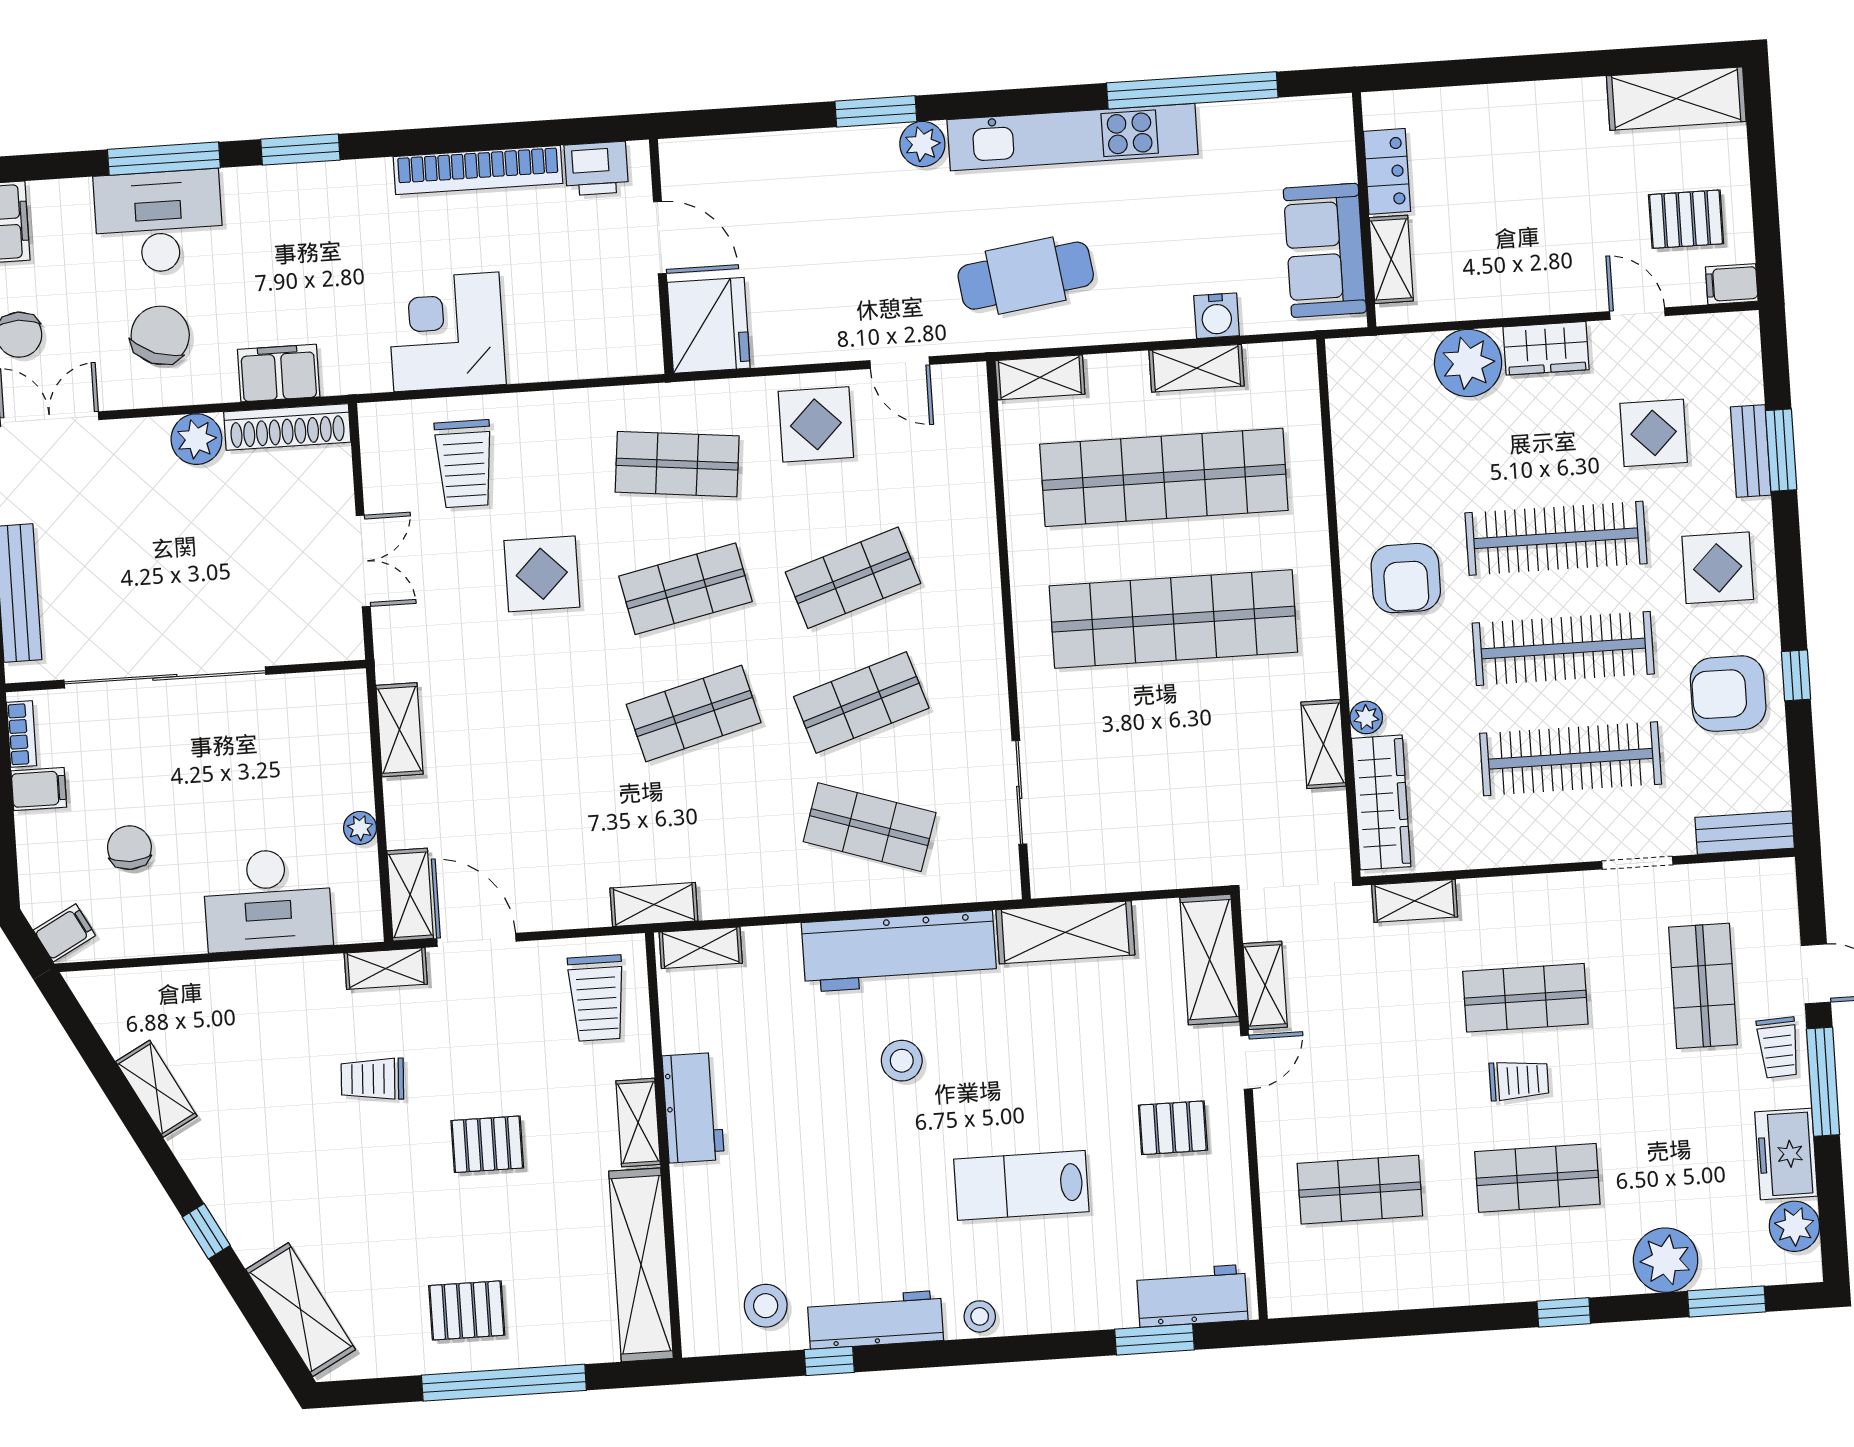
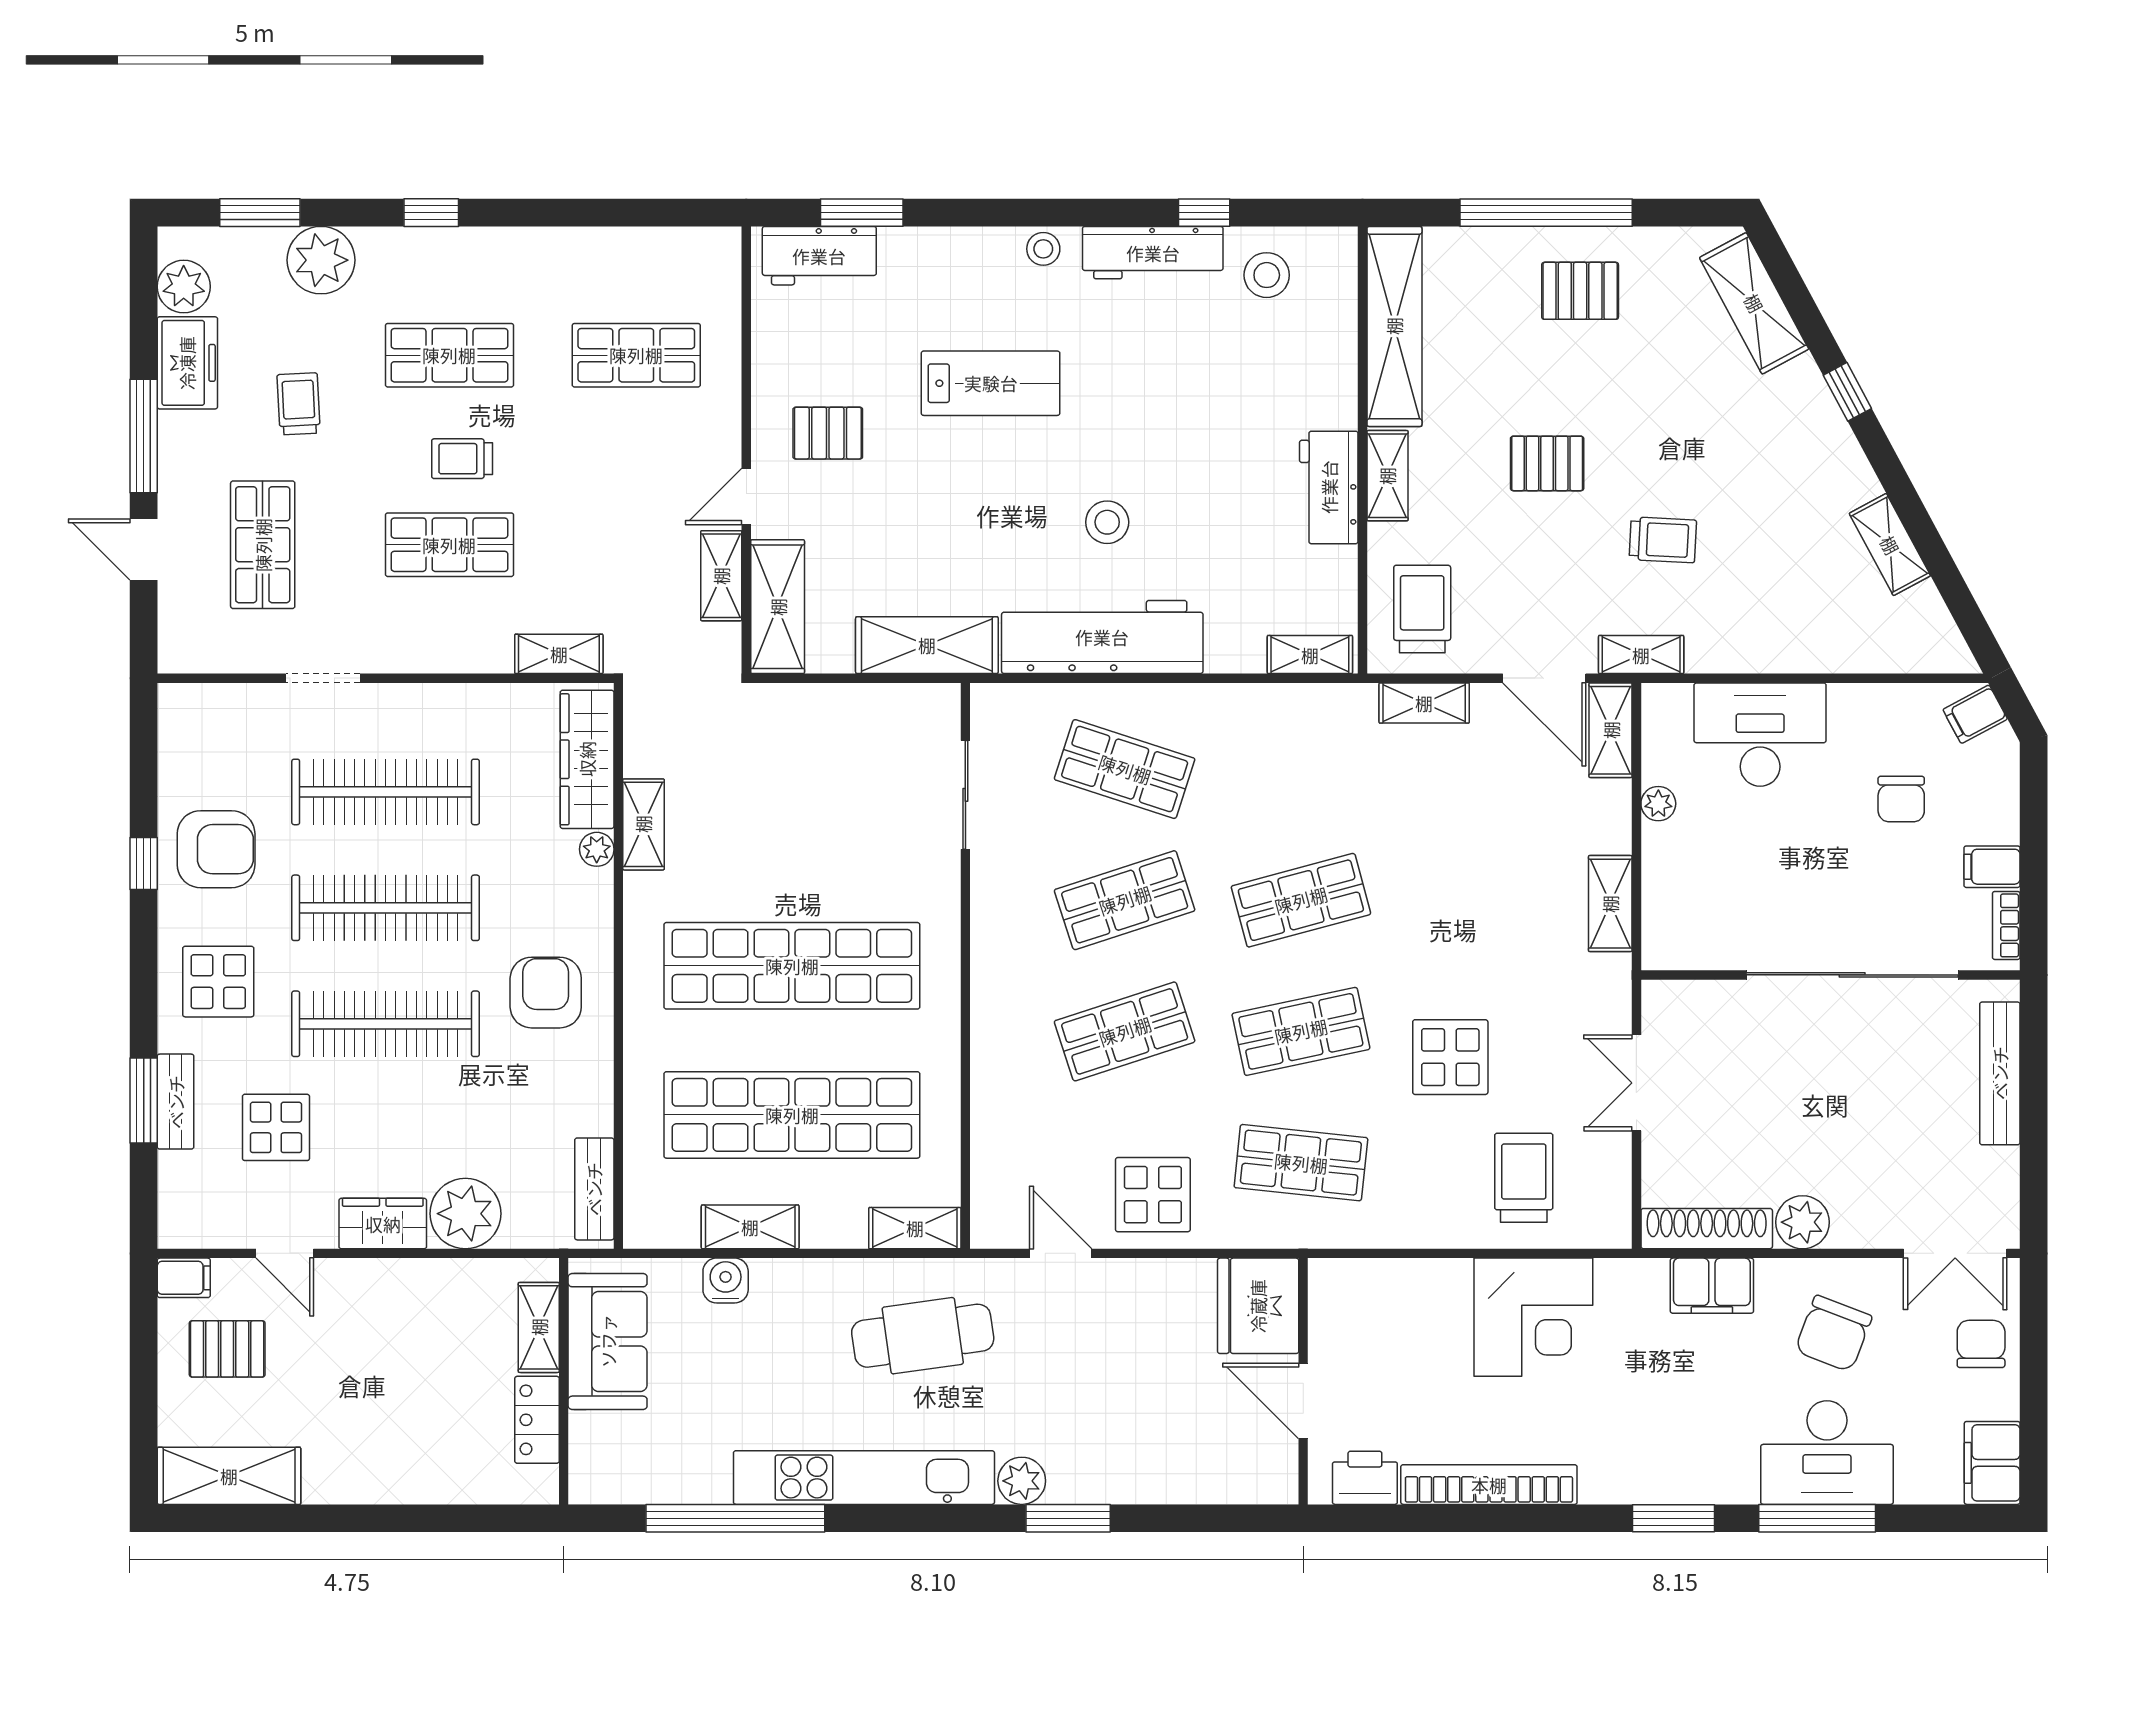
bench: (1745, 833) -> (594, 1189), moved, turned 90
shelving: (654, 904) -> (1424, 703), moved
trolley: (1778, 1047) -> (299, 404), moved

